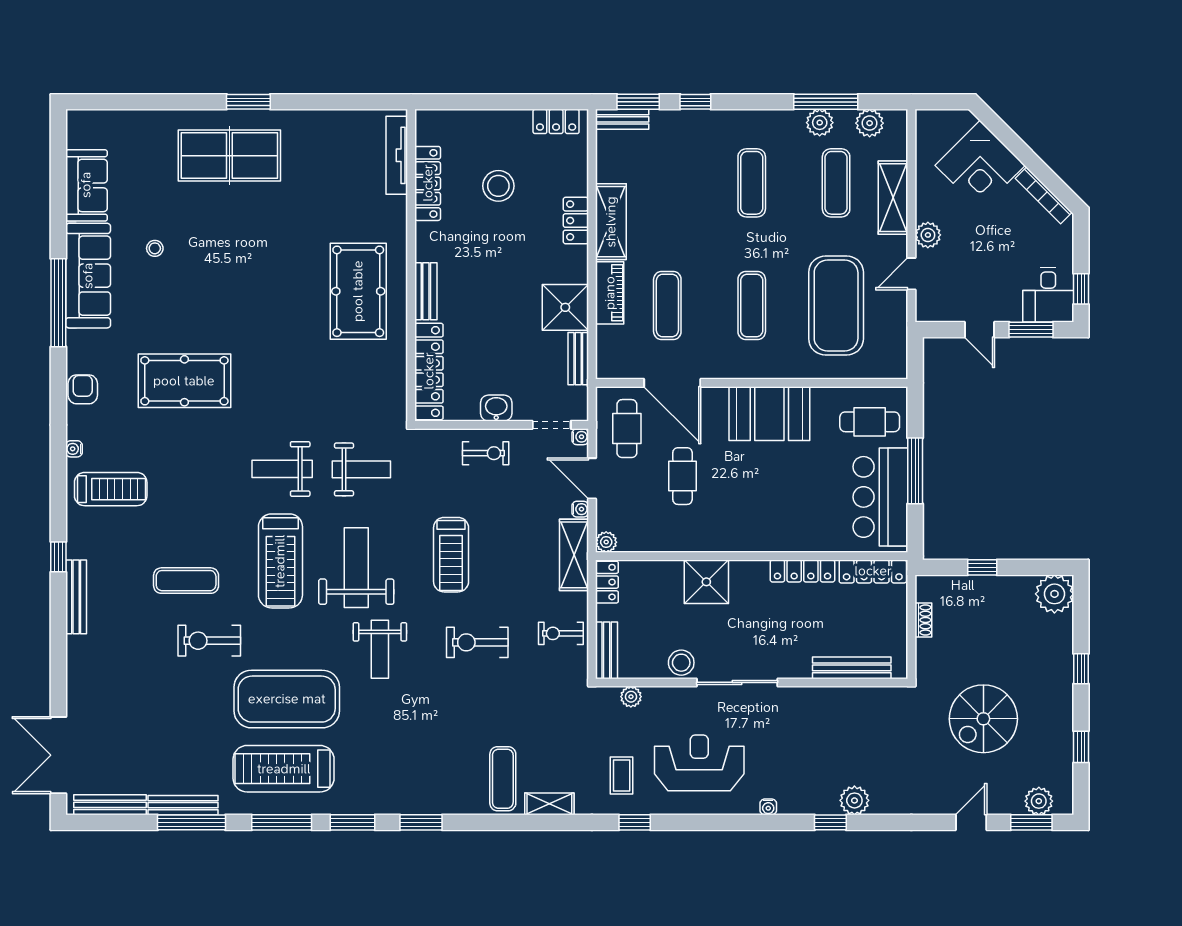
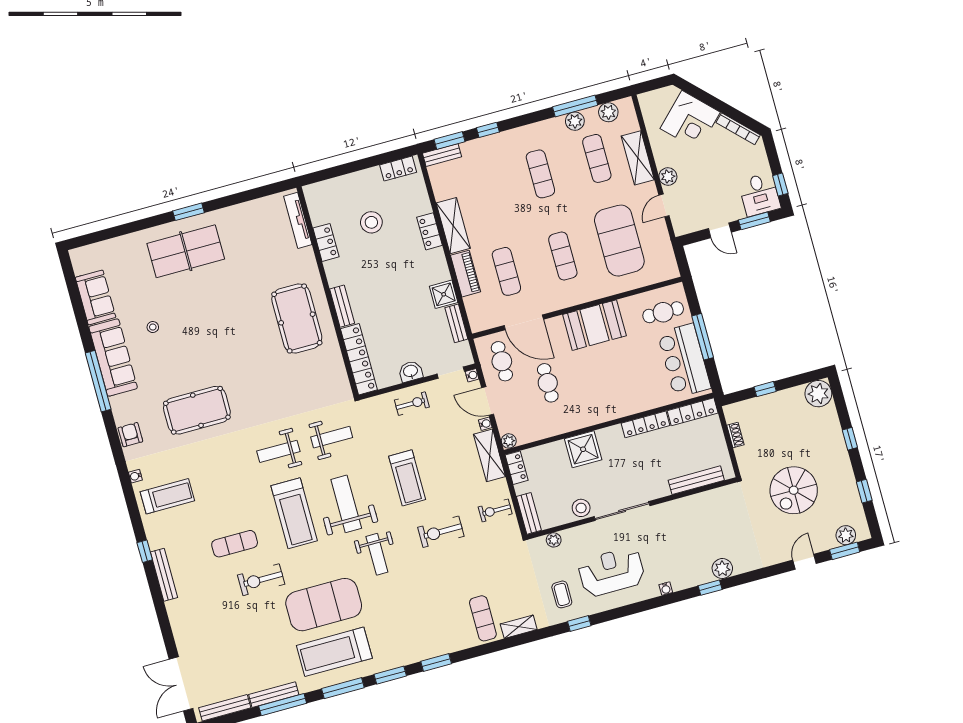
locker: (428, 183) -> (326, 242), width x0.66
shower: (565, 307) -> (444, 294), width x0.73, depth x0.73

